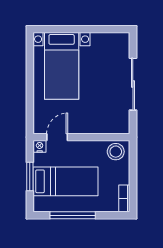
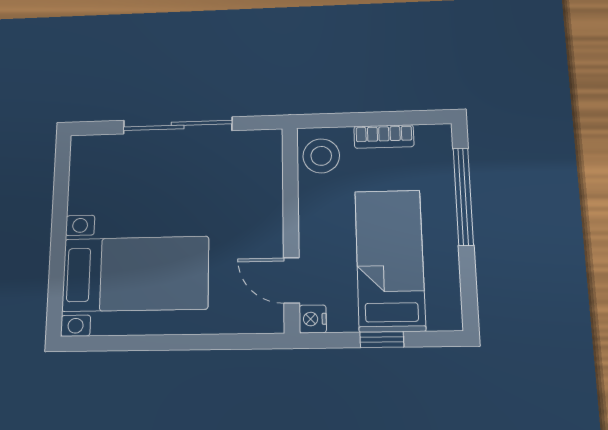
window: (30, 177) -> (382, 340), width x0.67
bookcase: (124, 198) -> (384, 137), moved
window: (73, 215) -> (463, 196), moved

